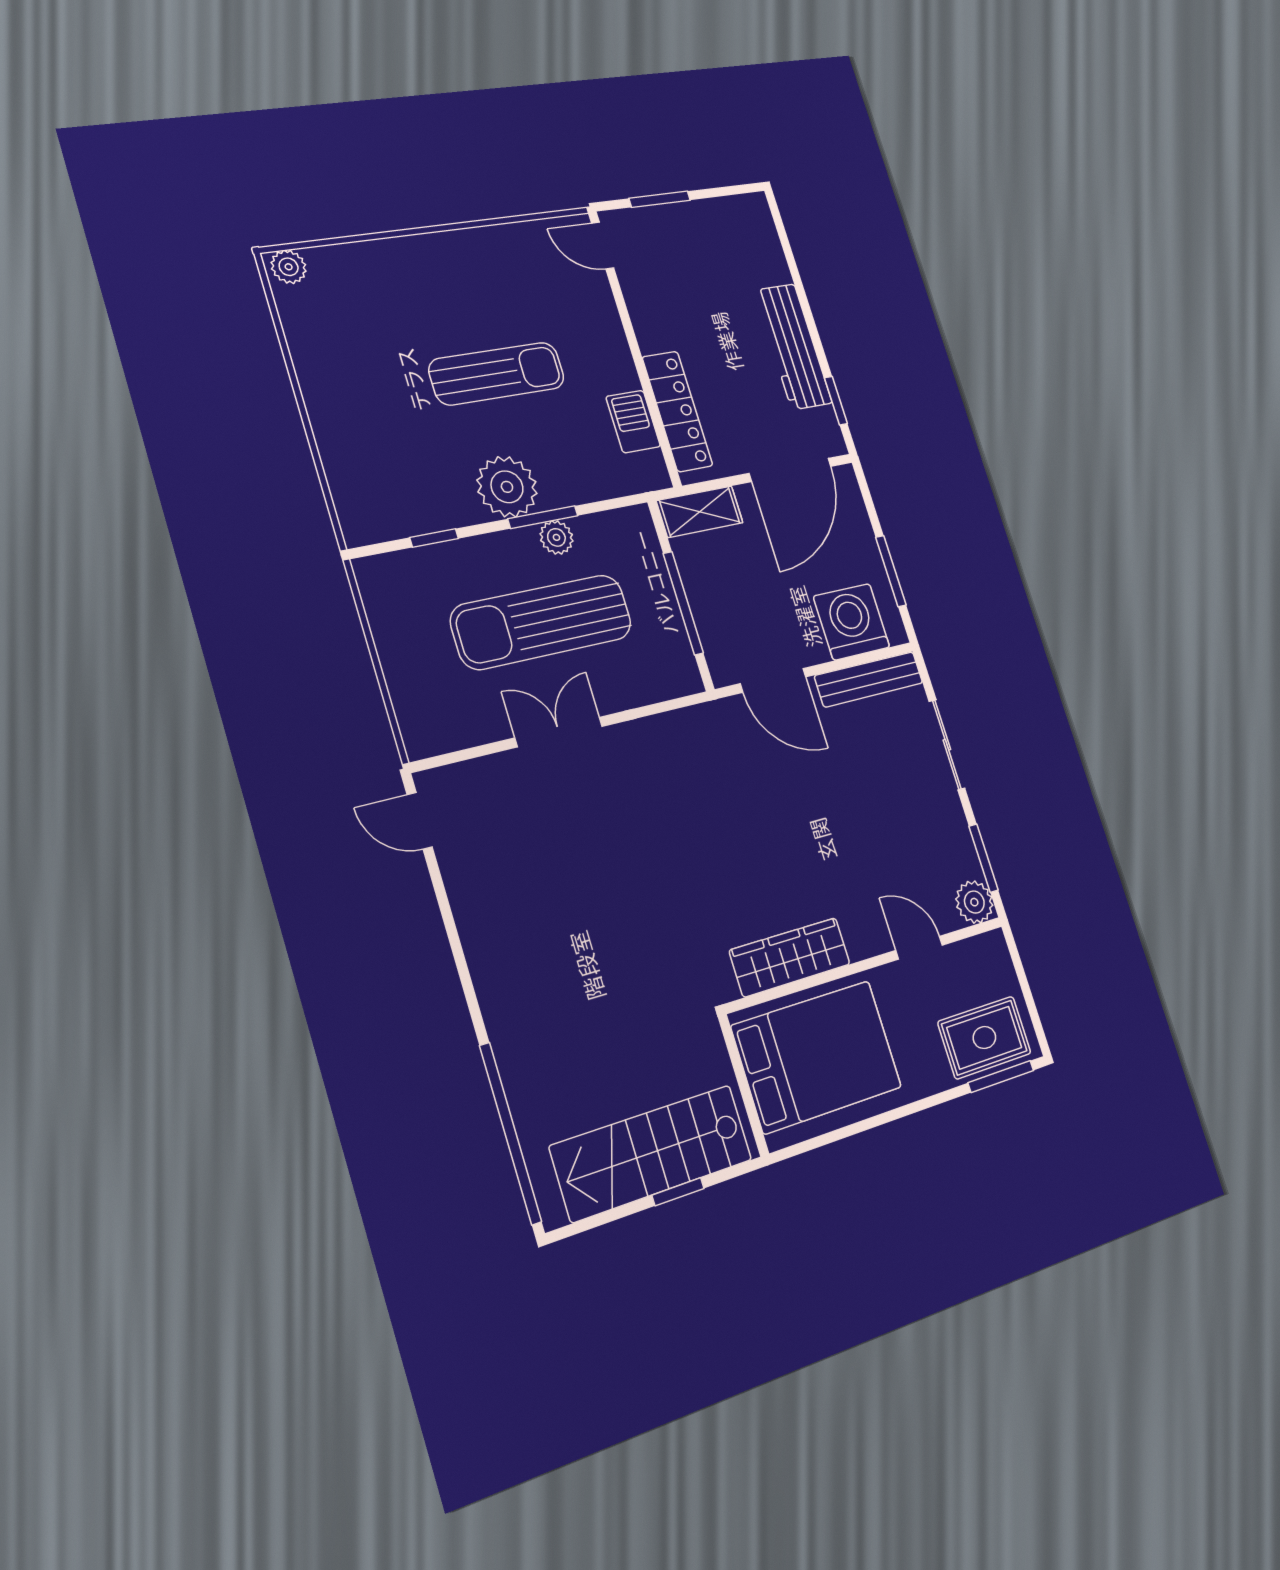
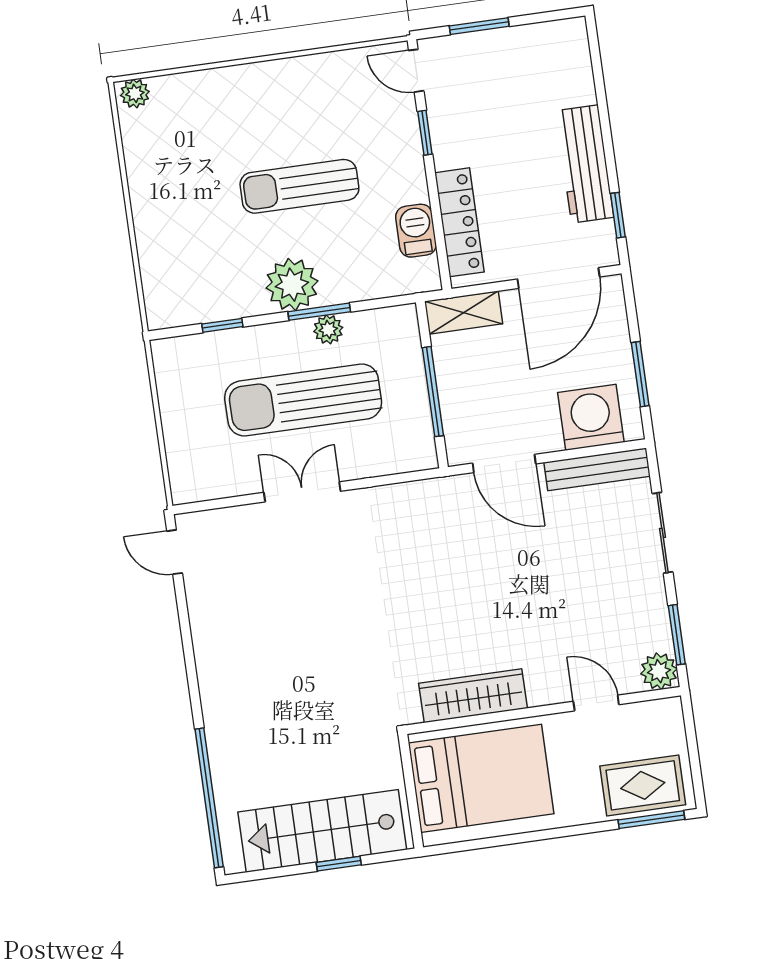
window: (624, 313) -> (425, 133), added
sun lounger: (497, 374) -> (299, 186), turned 180

